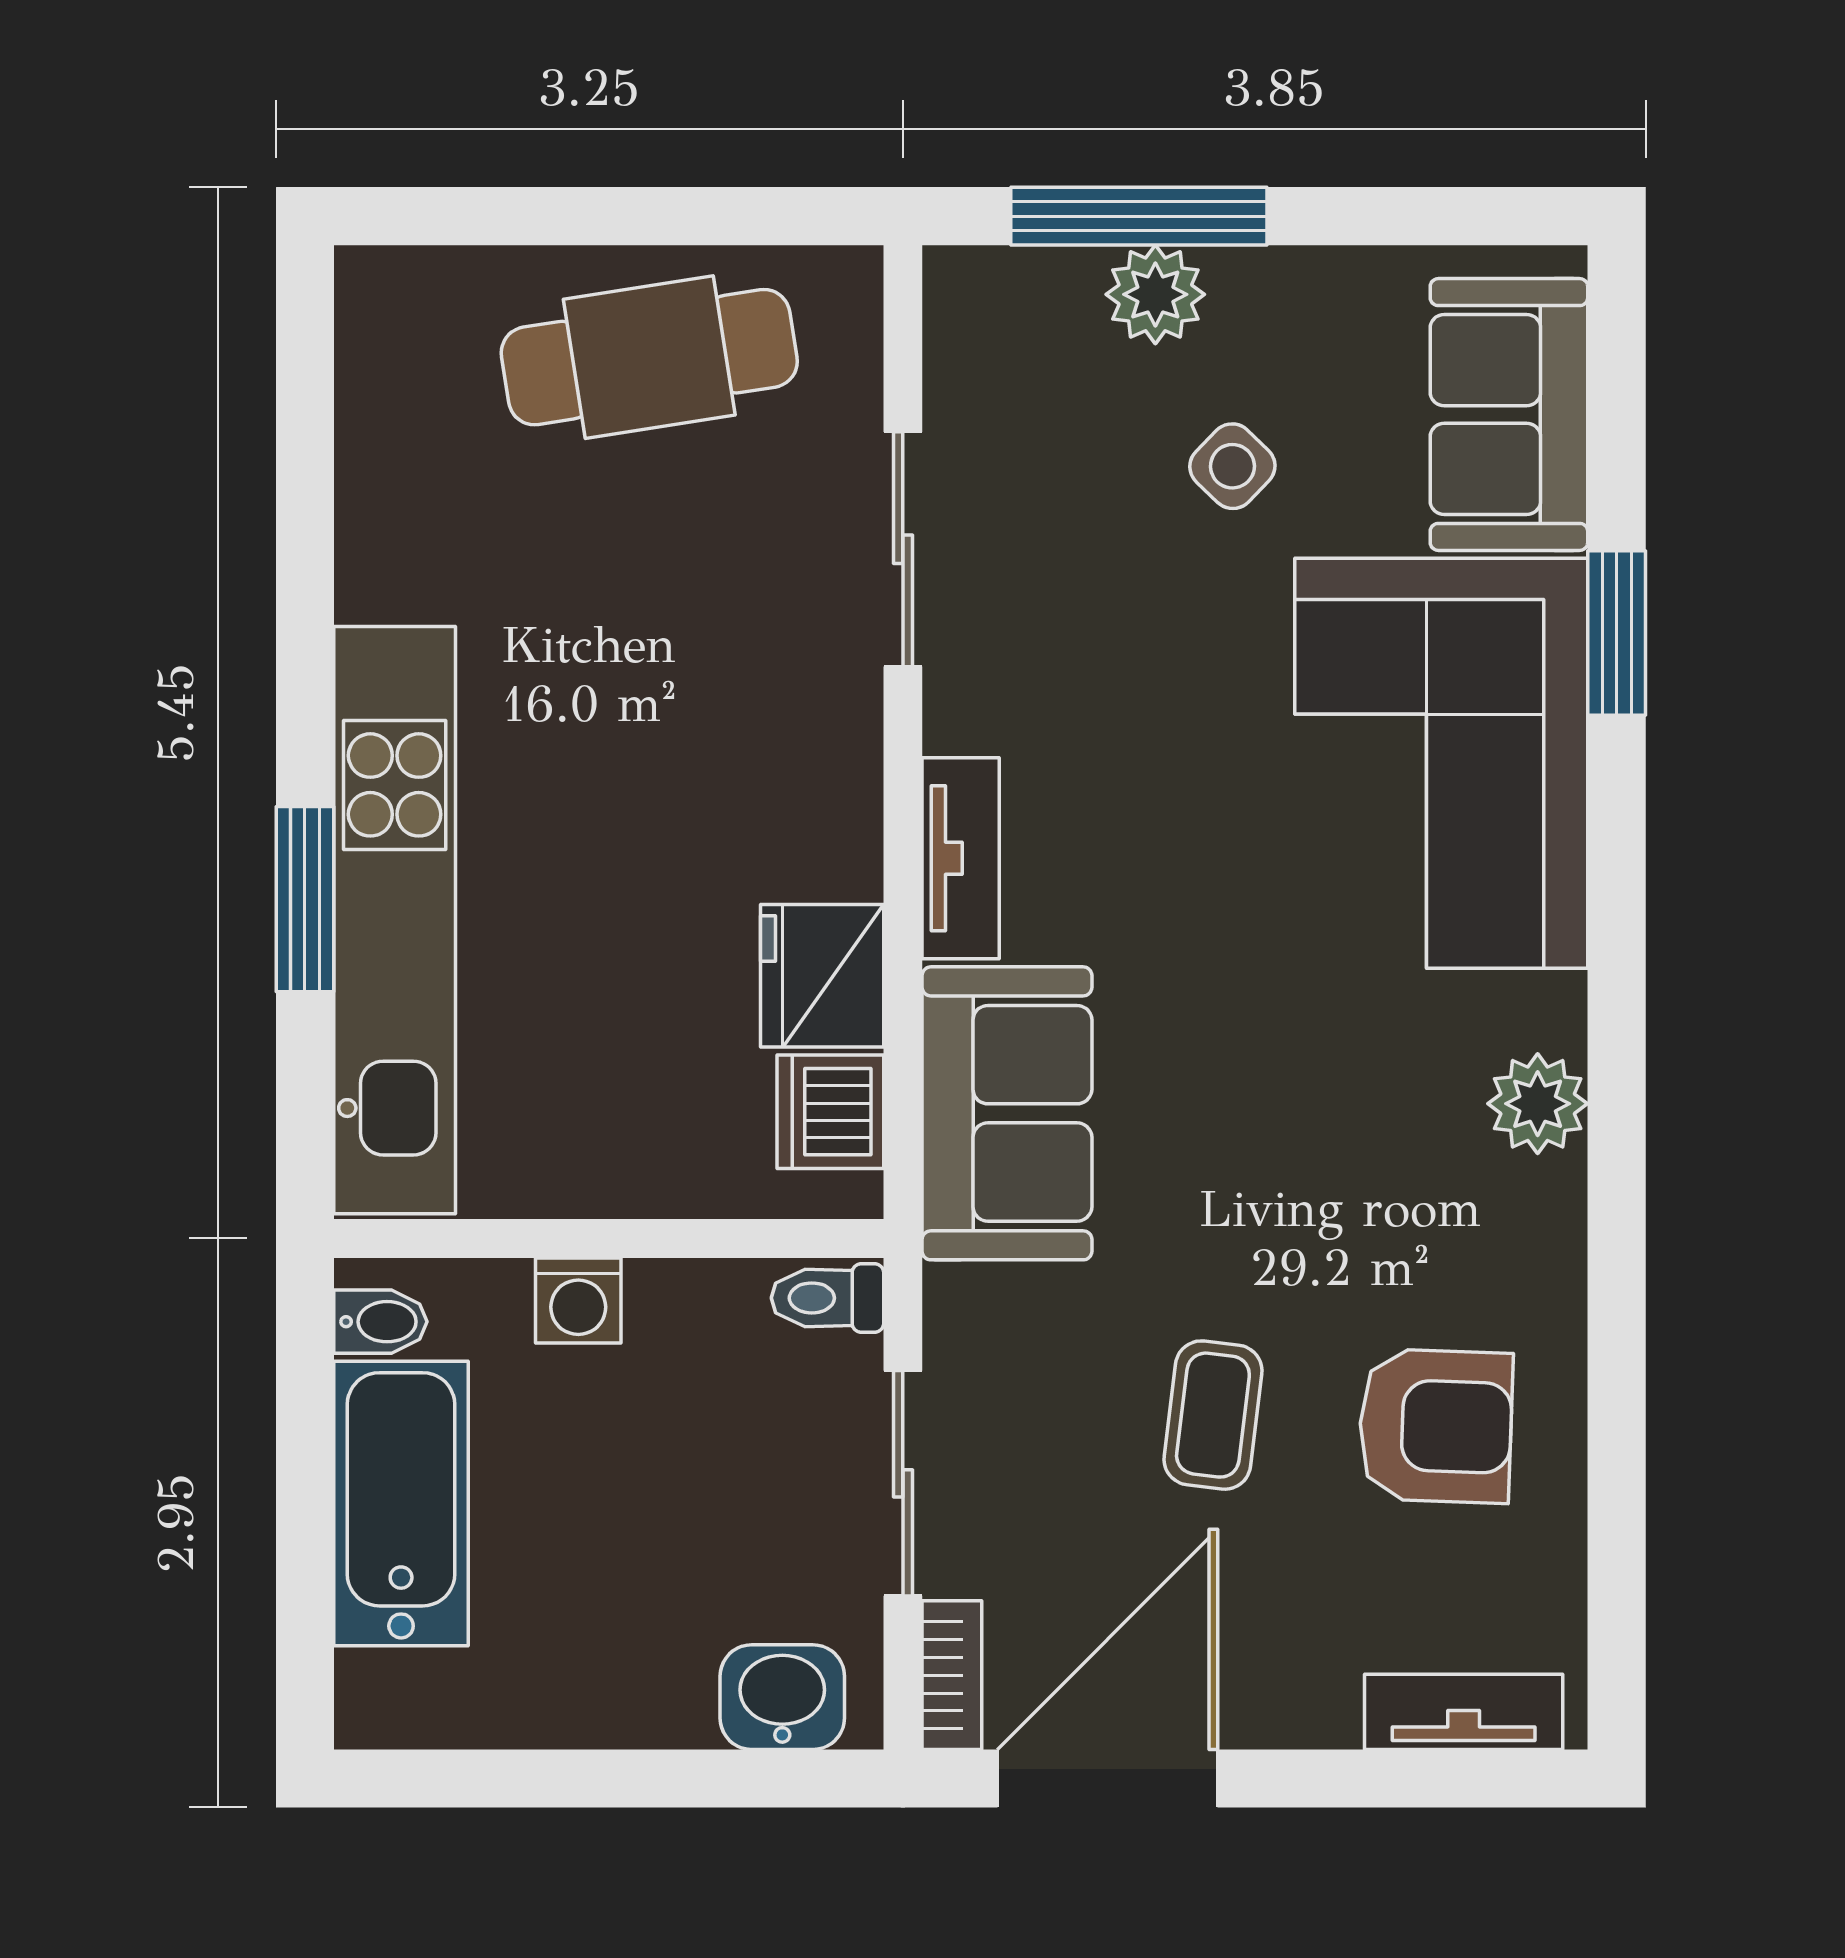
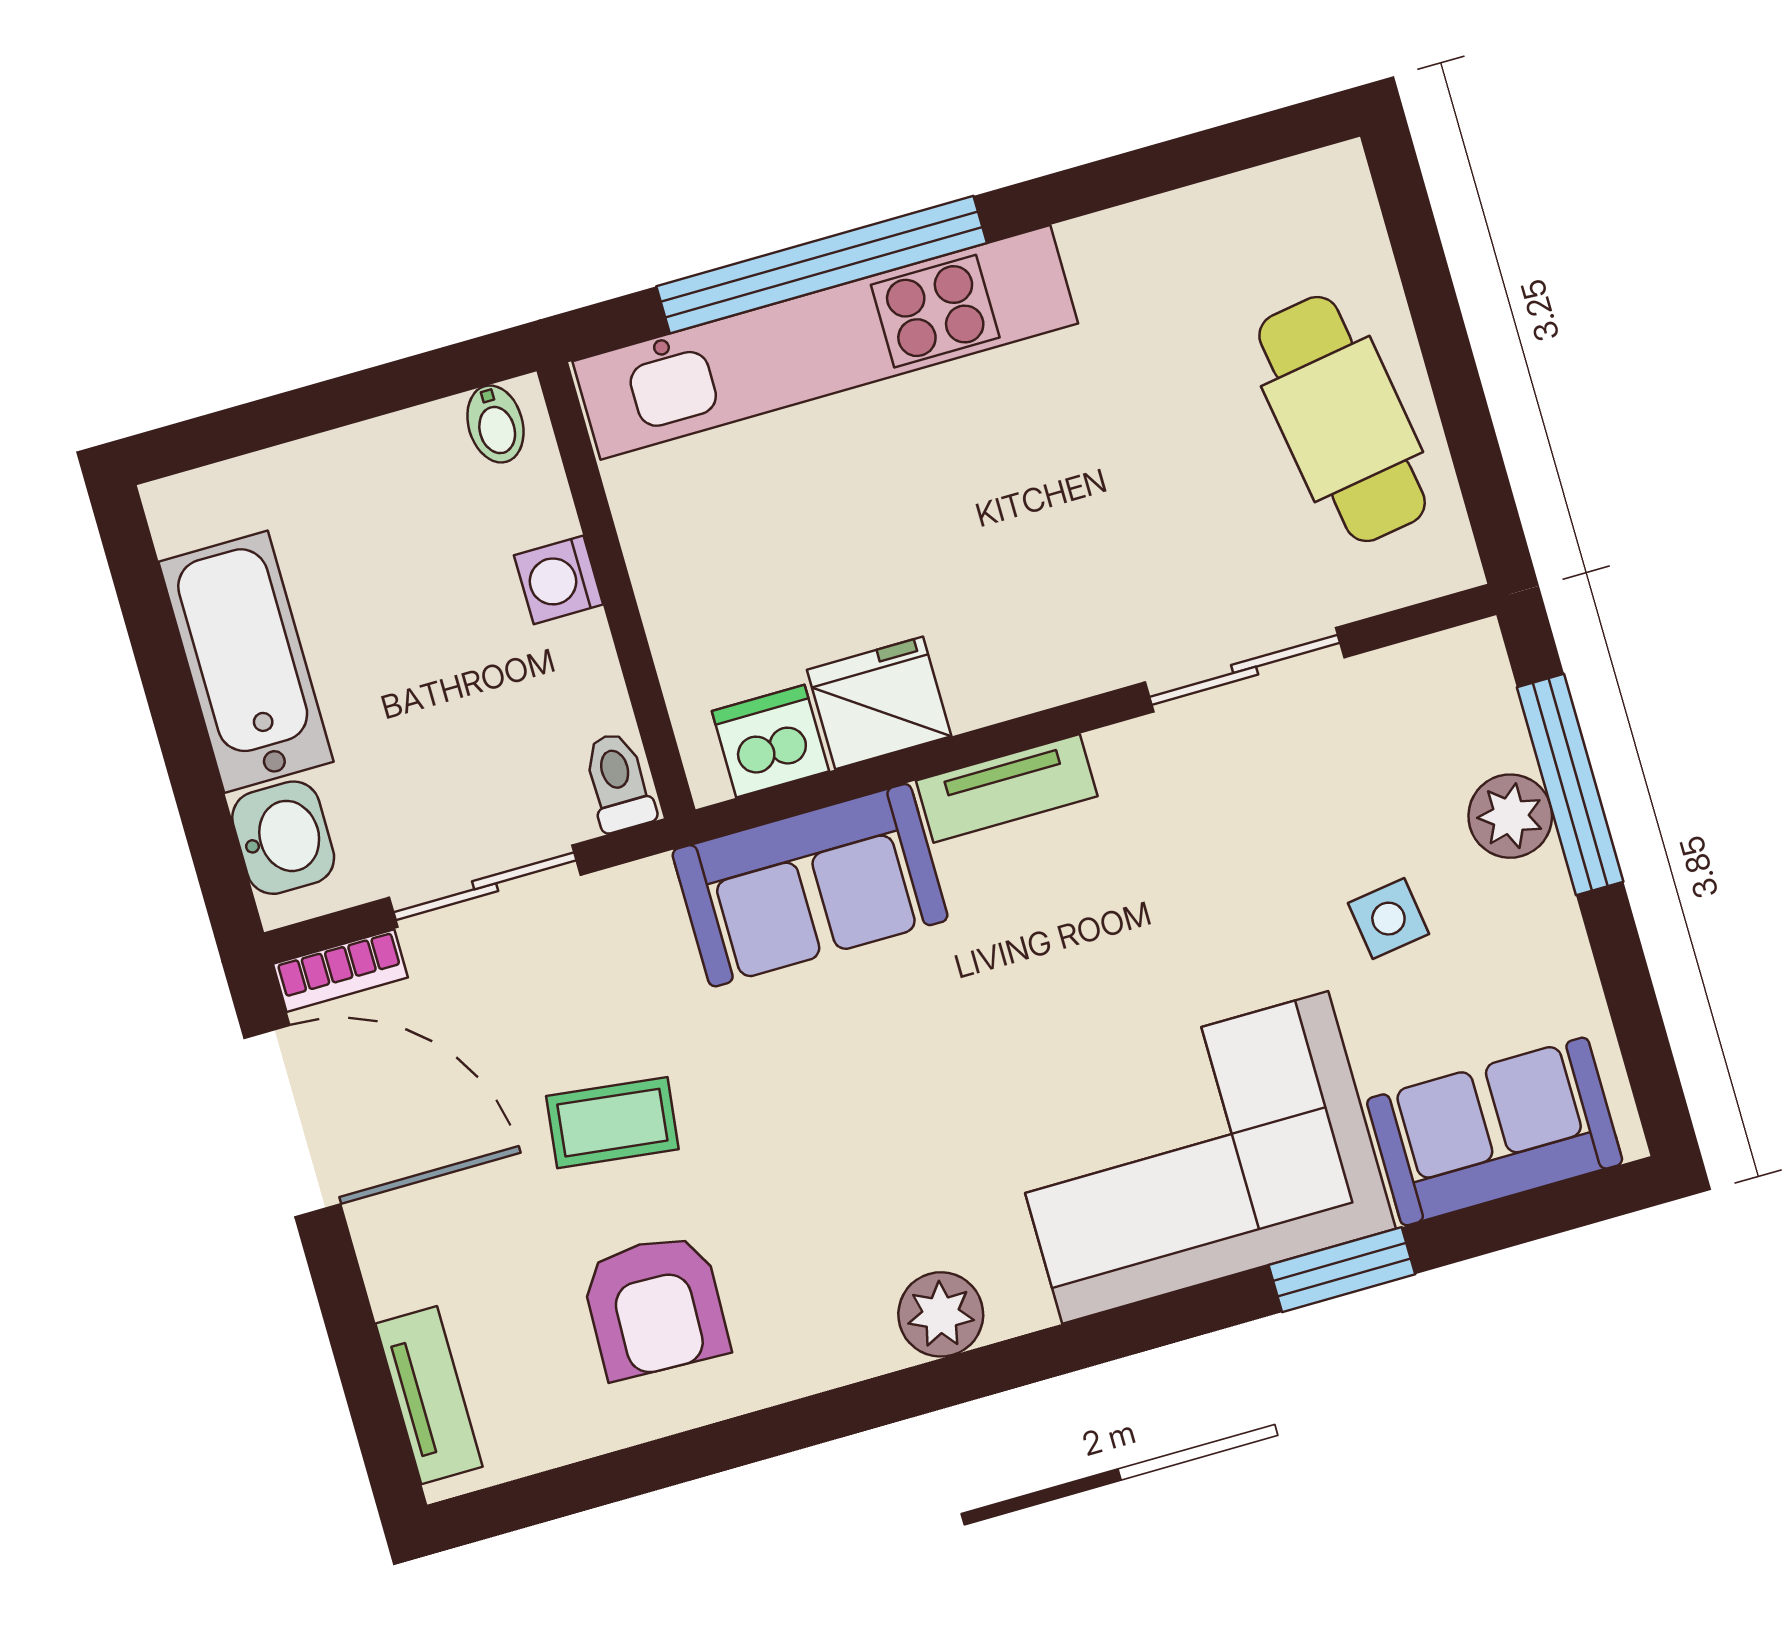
side table: (1232, 466) -> (1388, 919), turned 38
window: (305, 899) -> (822, 265), width x2.11
bathtub: (401, 1504) -> (246, 662), moved, turned -90

